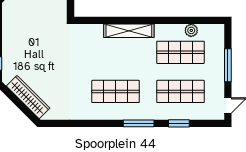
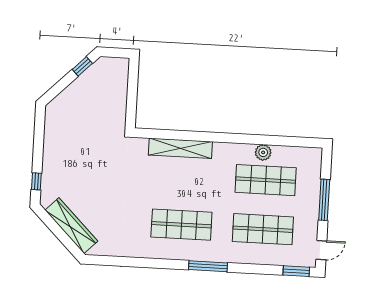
plant: (191, 30) -> (263, 152), moved
shelving: (129, 31) -> (180, 148), moved
window: (179, 123) -> (296, 271), moved

